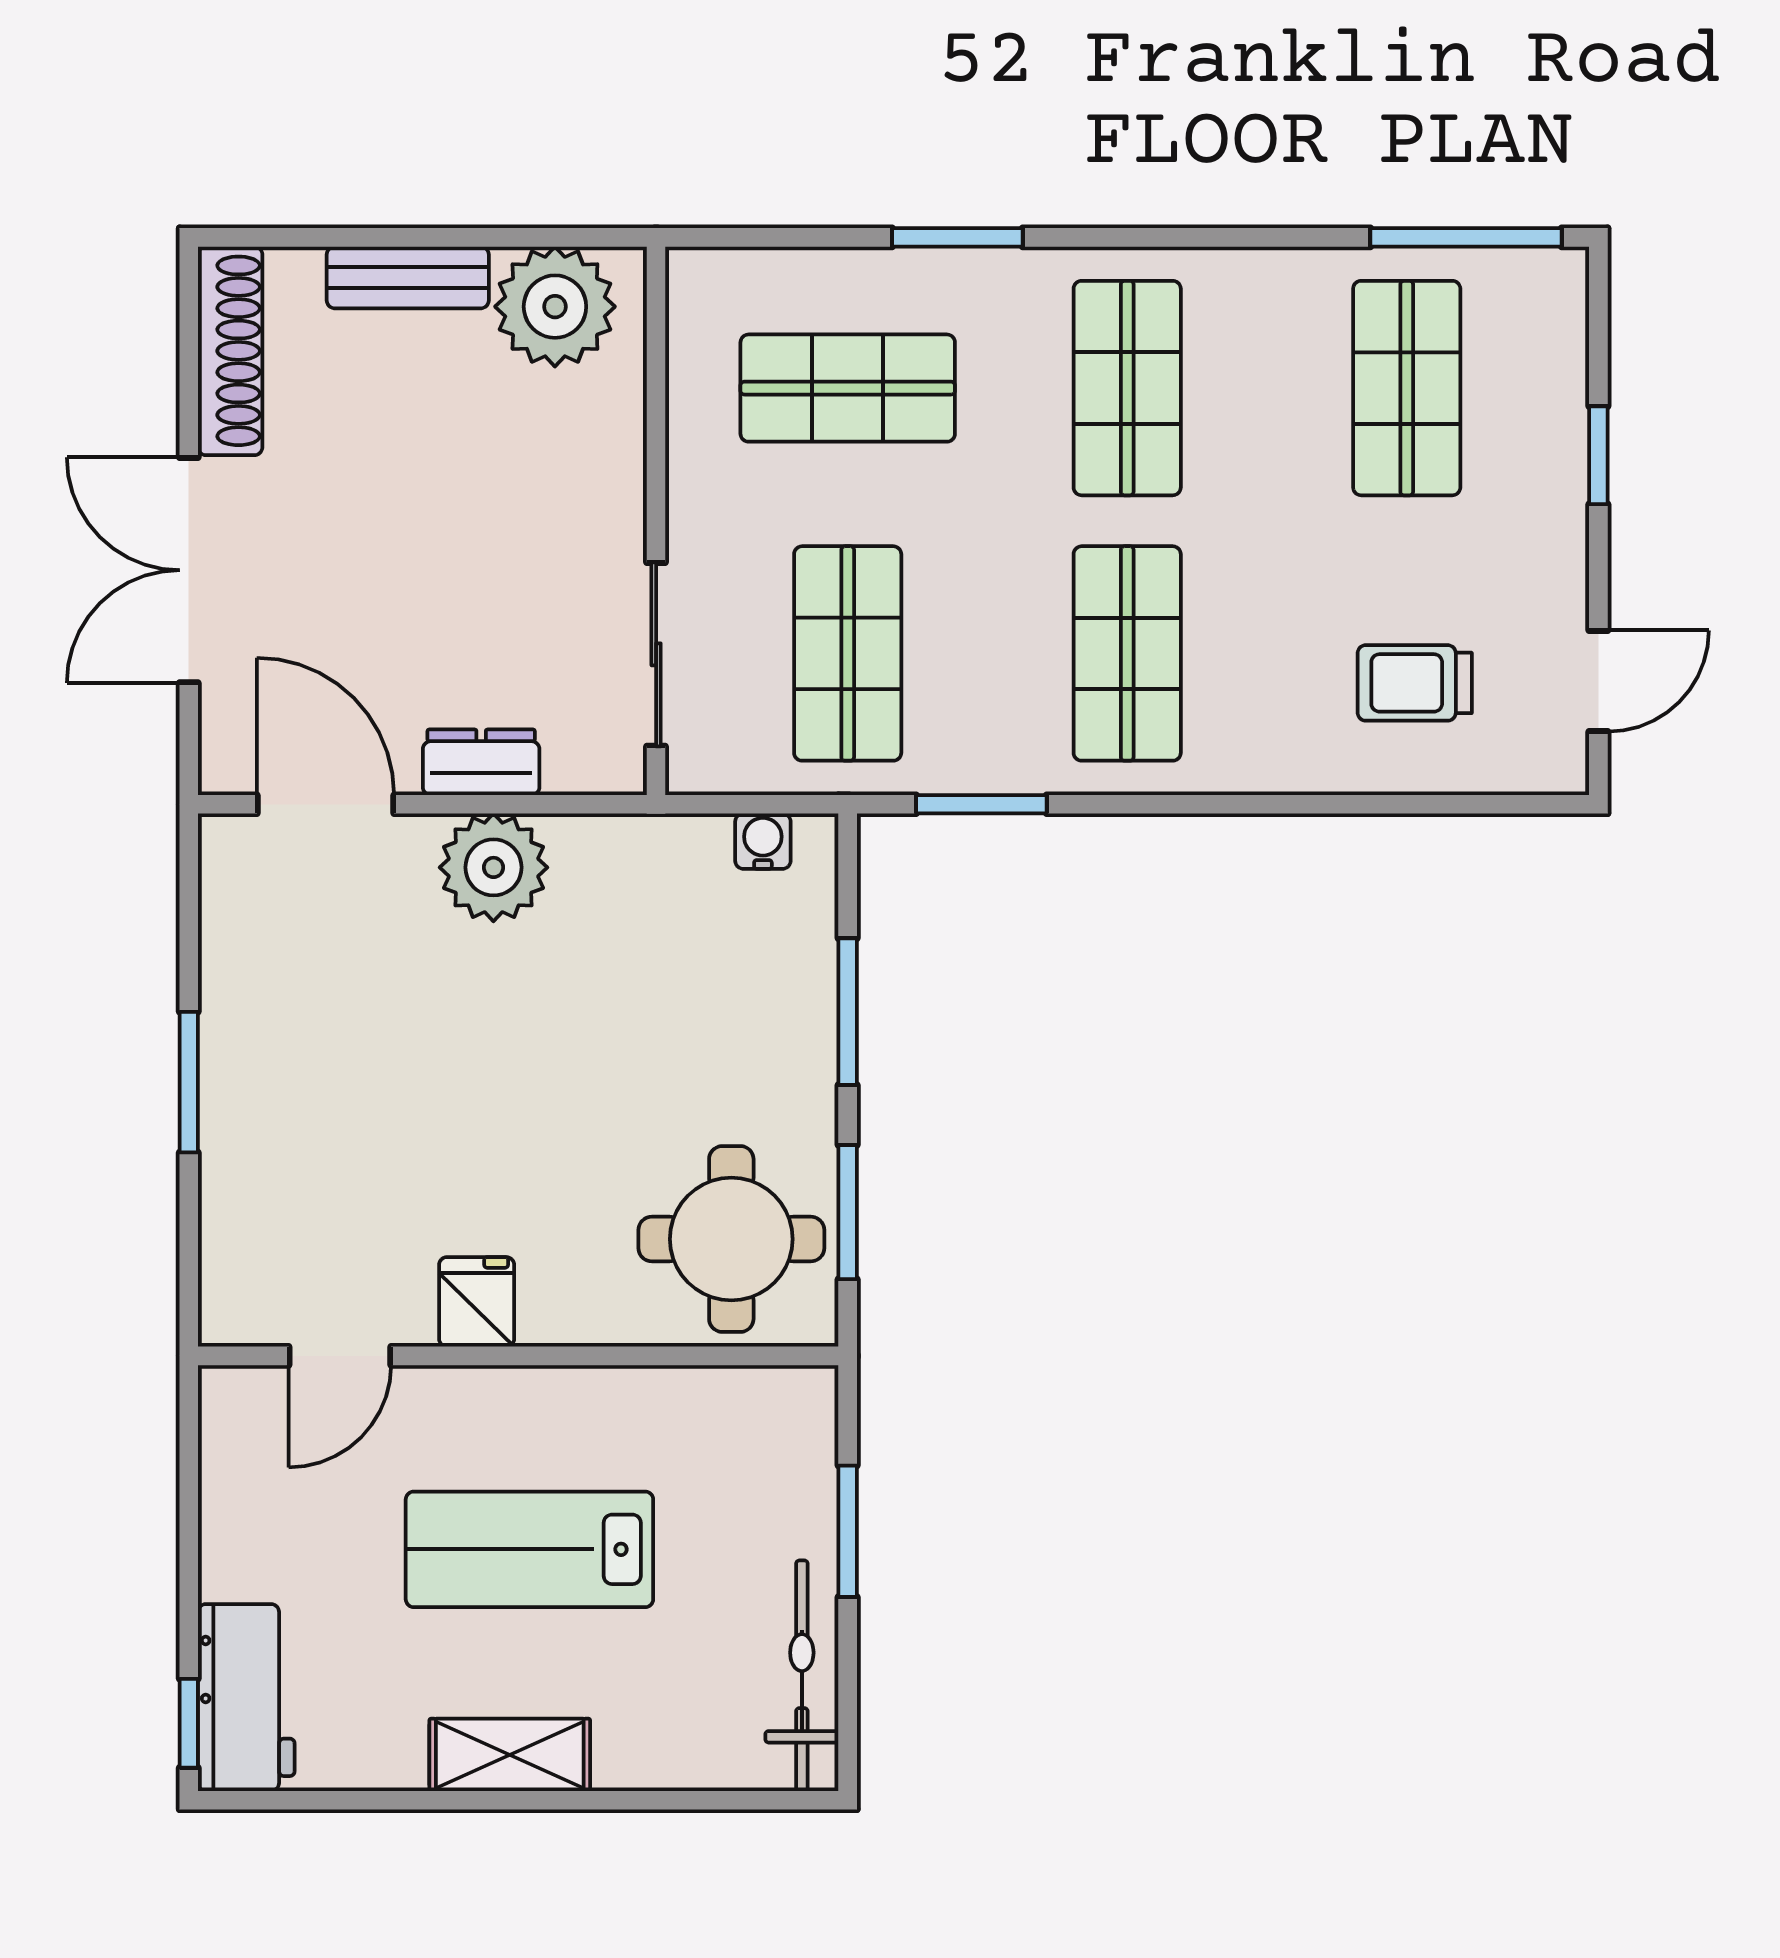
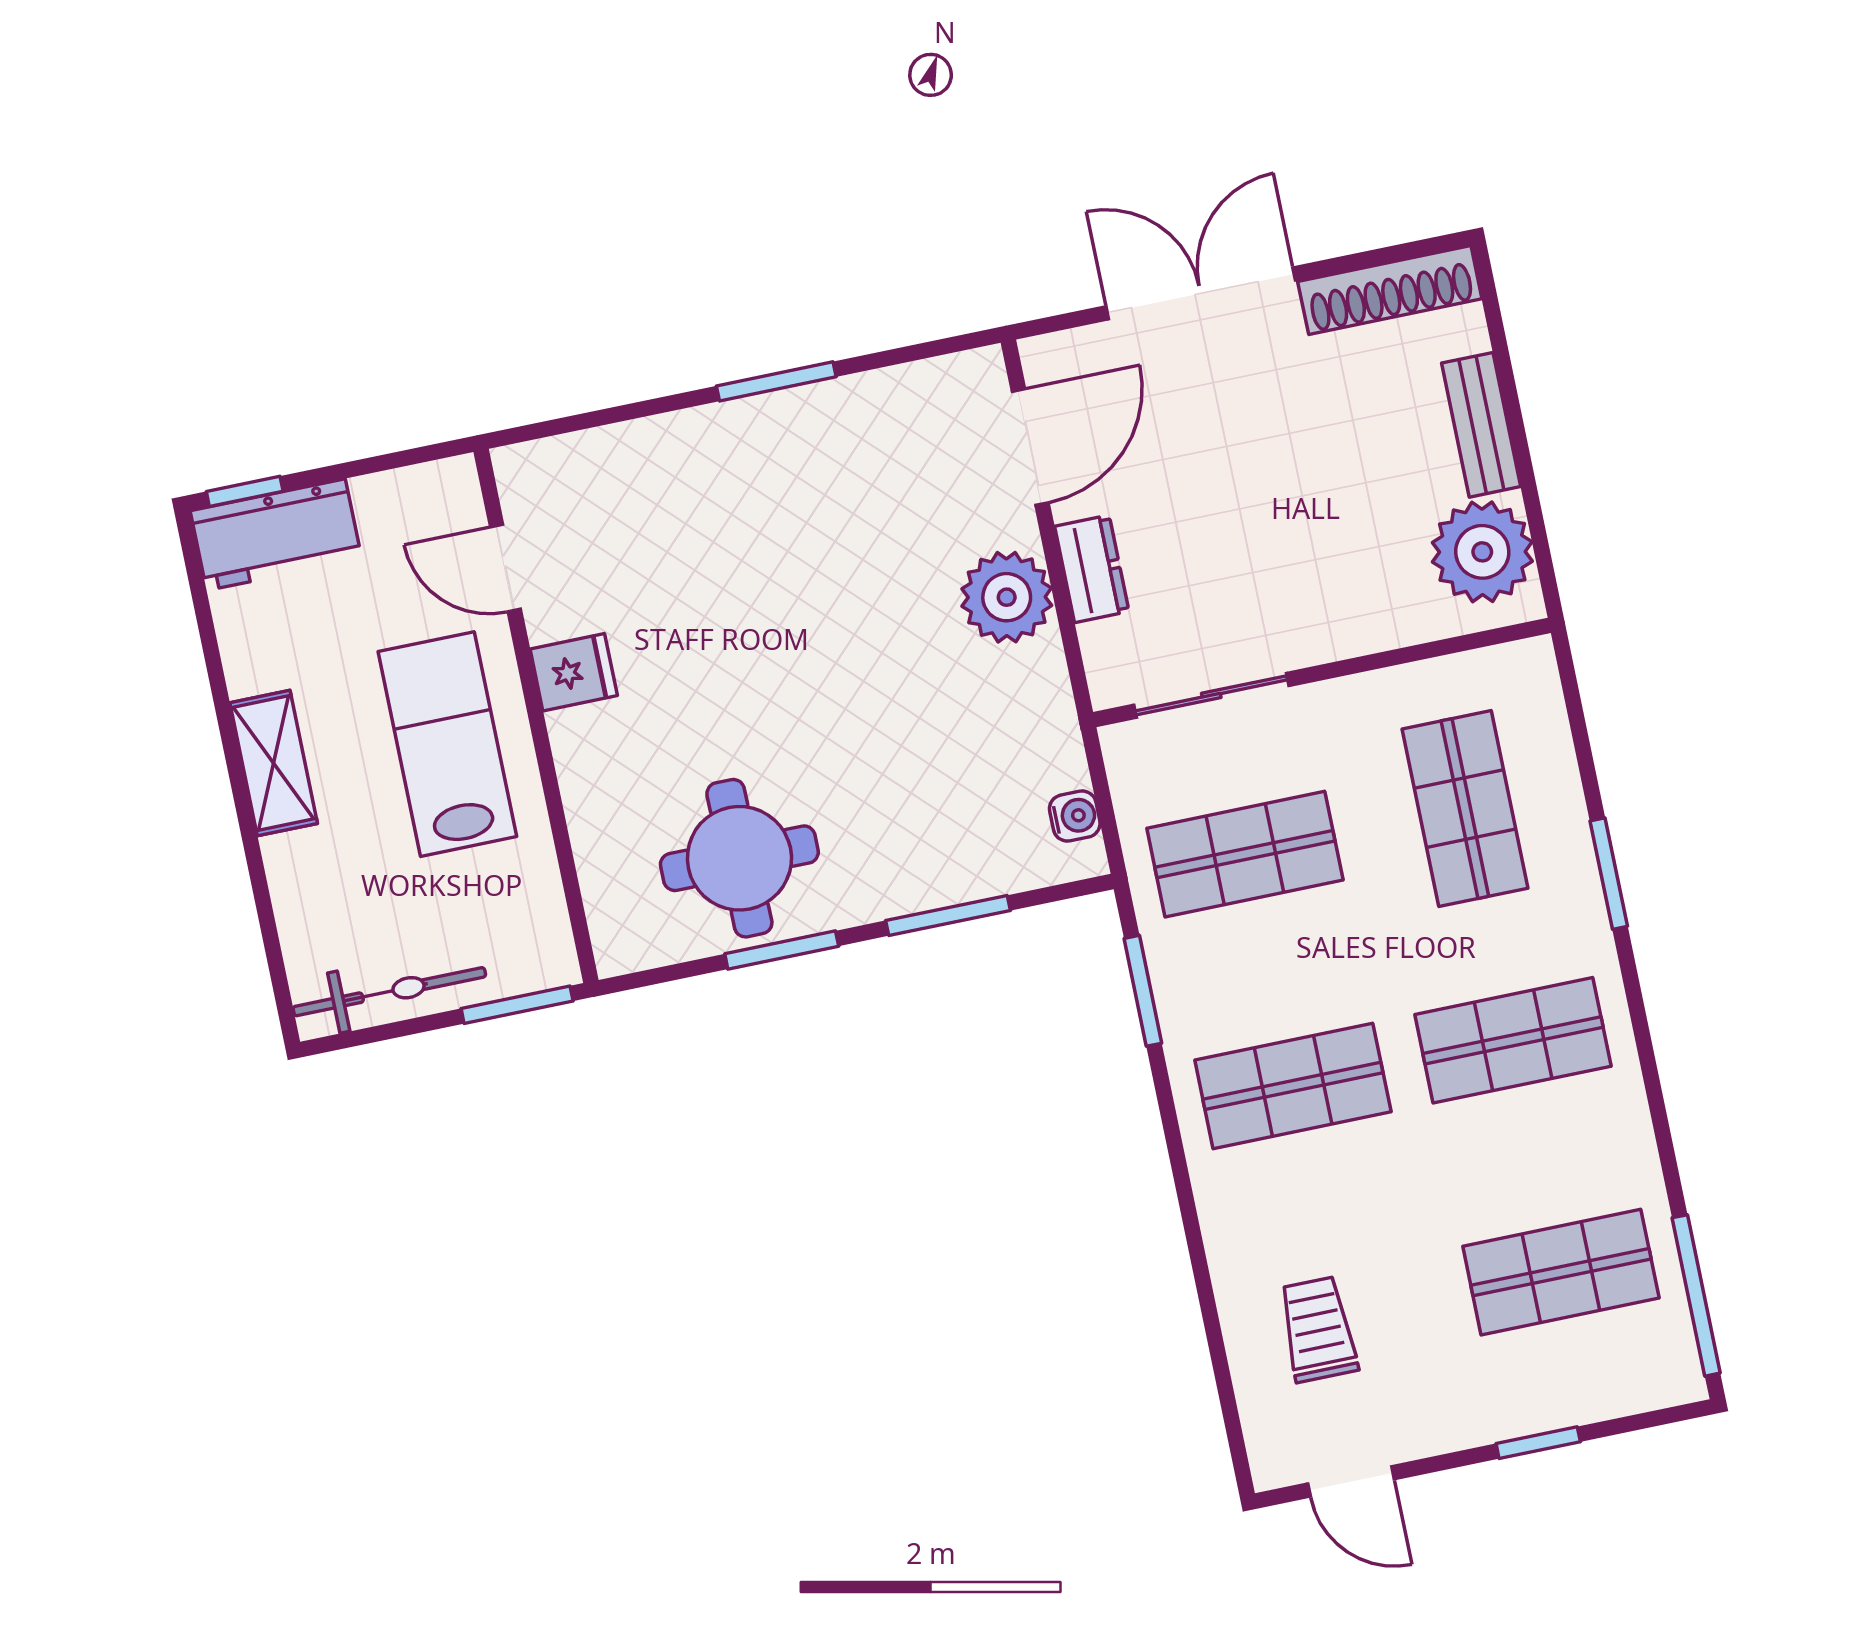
fridge: (477, 1302) -> (574, 672), moved
door: (340, 1356) -> (505, 568), moved
wall: (518, 1356) -> (536, 716), moved

